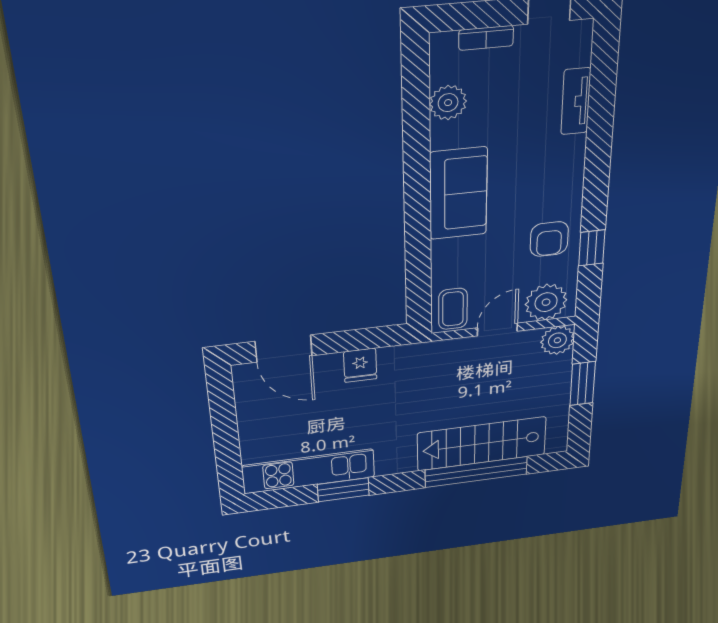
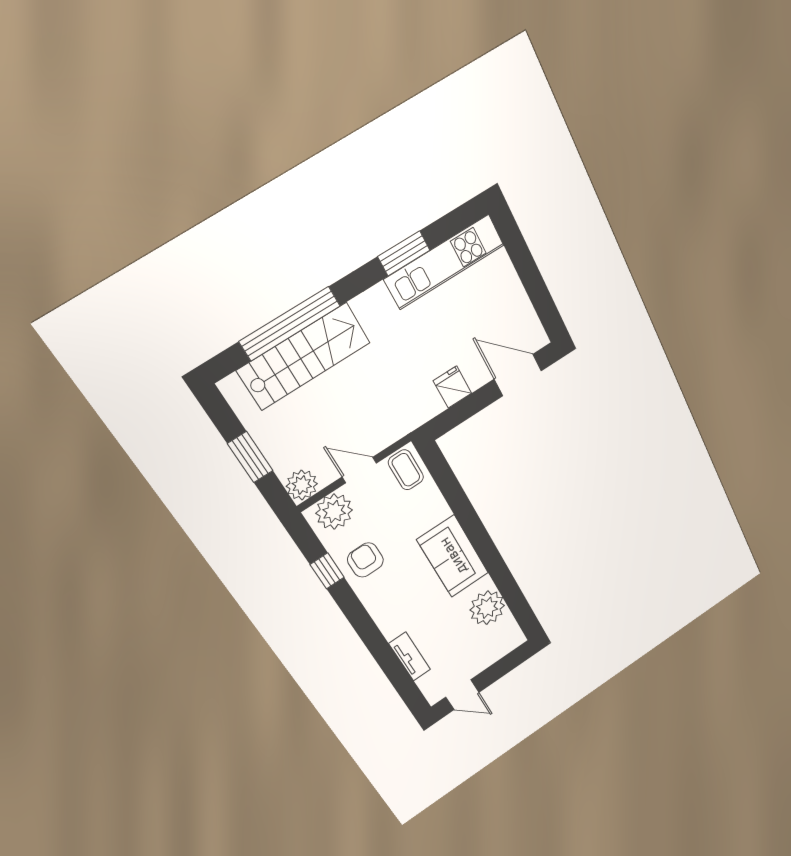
bookcase: (486, 38) -> (491, 657), removed
plant: (448, 103) -> (487, 608), width x1.36, depth x1.36
door: (497, 329) -> (359, 470), swing flipped

